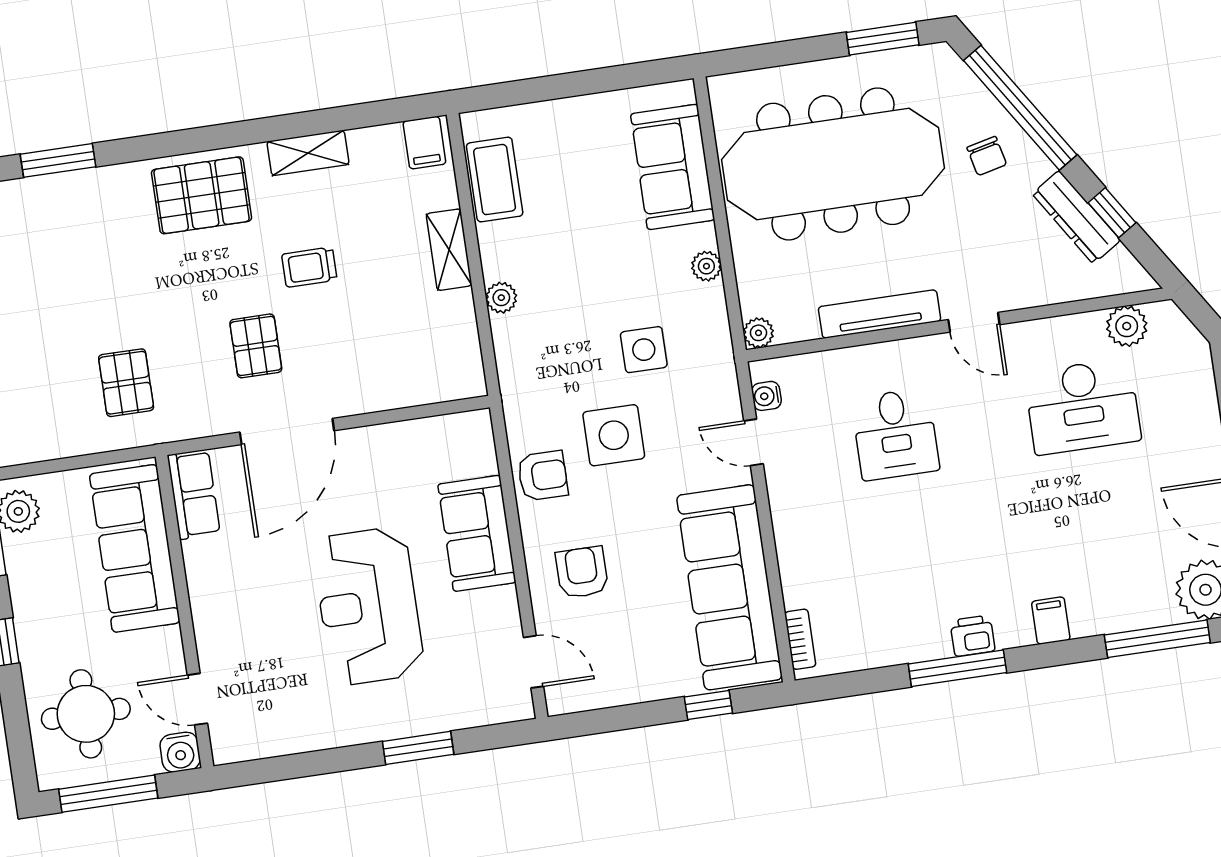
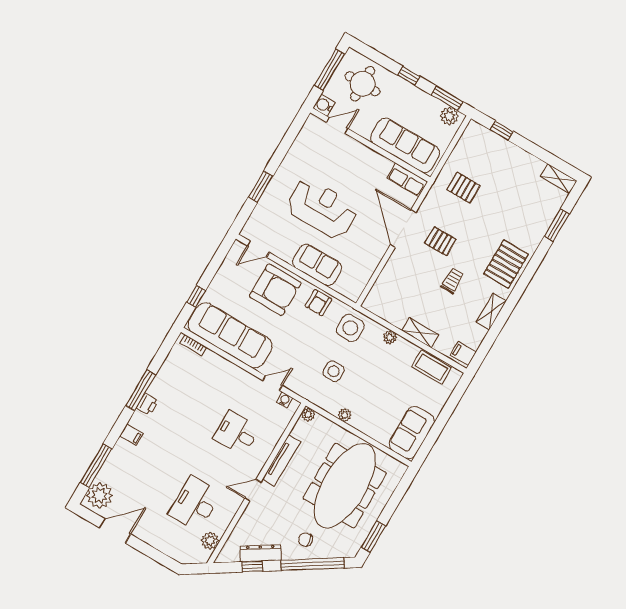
sofa: (673, 167) -> (412, 433), moved, turned -90
side table: (614, 435) -> (350, 328), moved
armchair: (582, 572) -> (275, 290), width x1.88, depth x1.88

